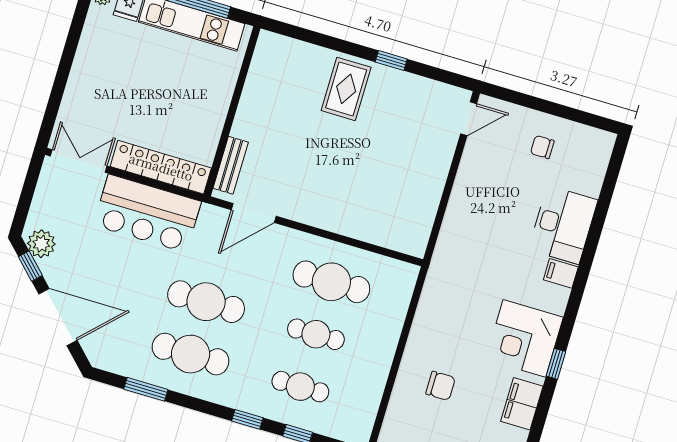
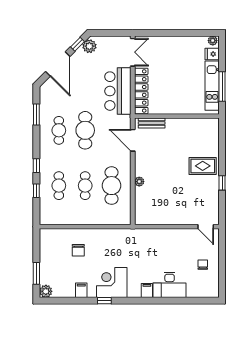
plant: (340, 224) -> (139, 182), added
cafe table: (191, 354) -> (59, 130), width x0.73, depth x0.74
filing cabinet: (522, 404) -> (81, 290), width x0.50

